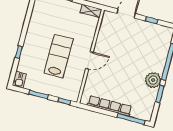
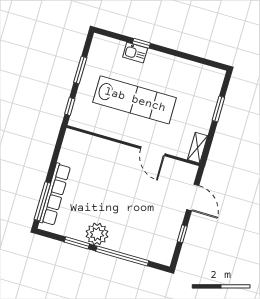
lab bench: (59, 56) -> (135, 100), width x1.36
door: (89, 61) -> (153, 151), moved
kitchen sink: (19, 80) -> (135, 53), moved
row of seats: (110, 106) -> (55, 194), moved

